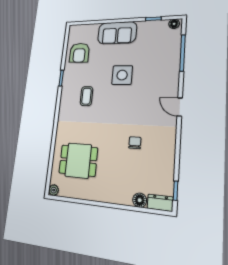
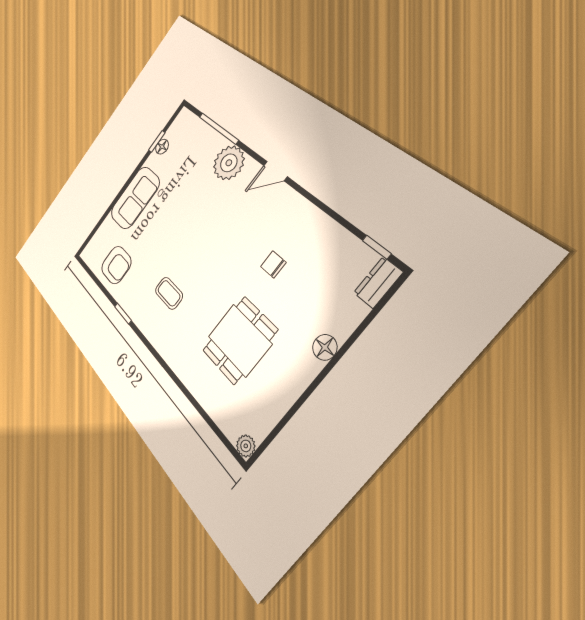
floor lamp: (174, 24) -> (162, 147), moved
side table: (122, 75) -> (183, 224), removed
plant: (168, 75) -> (229, 163), added
dining table: (78, 161) -> (239, 340), moved
floor lamp: (140, 200) -> (325, 347), moved

